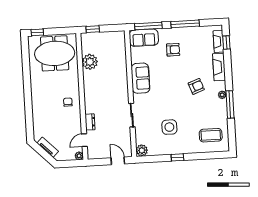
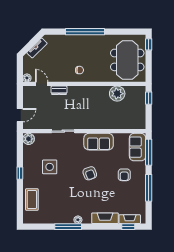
armchair: (196, 86) -> (90, 173), moved
window: (28, 99) -> (85, 32), added
coffee table: (211, 135) -> (32, 199), moved

